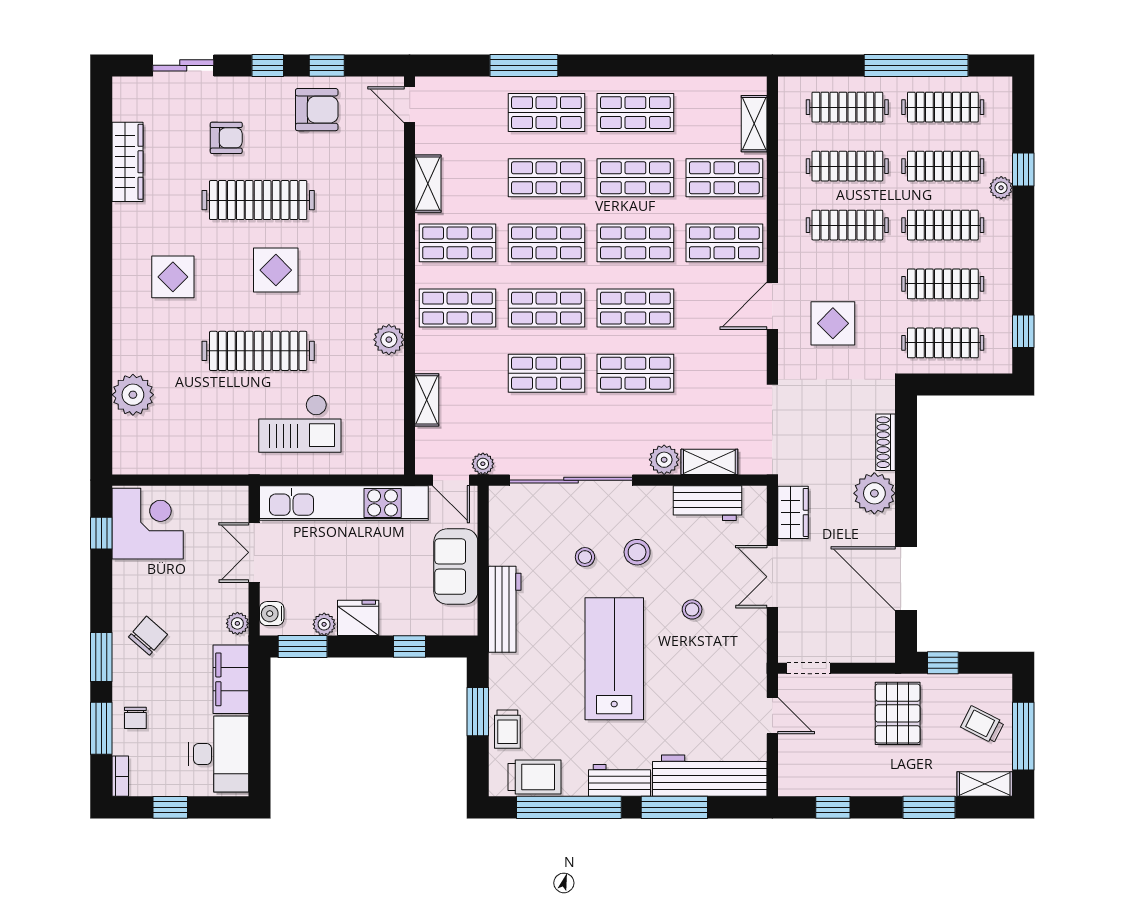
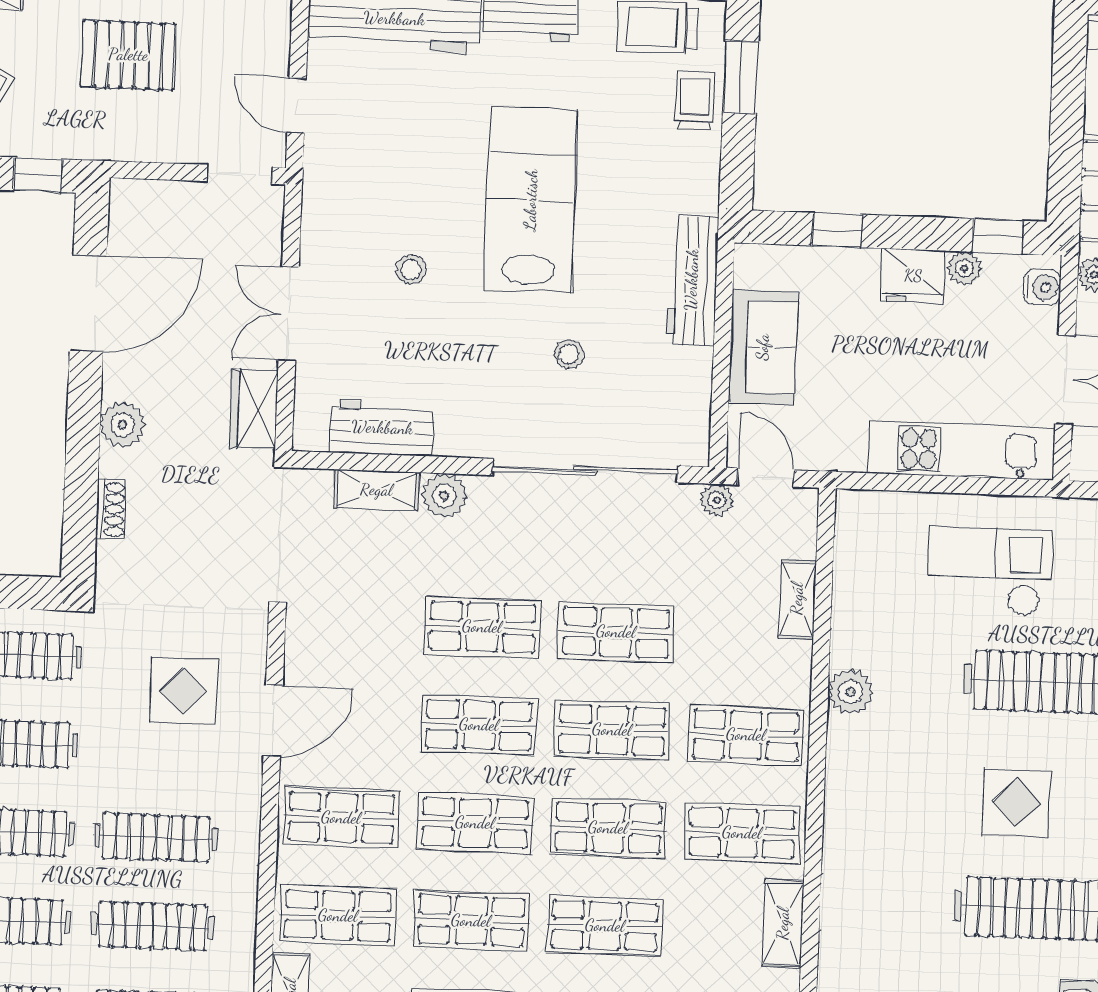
shoe rack: (885, 442) -> (111, 509), width x0.70
plant: (874, 493) -> (123, 424), width x0.73, depth x0.73
kitchen unit: (344, 503) -> (961, 451), width x0.73
stool: (637, 552) -> (490, 358), removed
double door: (772, 577) -> (289, 314), swing flipped
door: (906, 579) -> (88, 303), hinge flipped
window: (303, 646) -> (998, 236), width x0.67
lab bench: (614, 659) -> (531, 200), turned 180
window: (478, 712) -> (741, 77), moved
pallet: (898, 713) -> (128, 55), moved, turned 90

